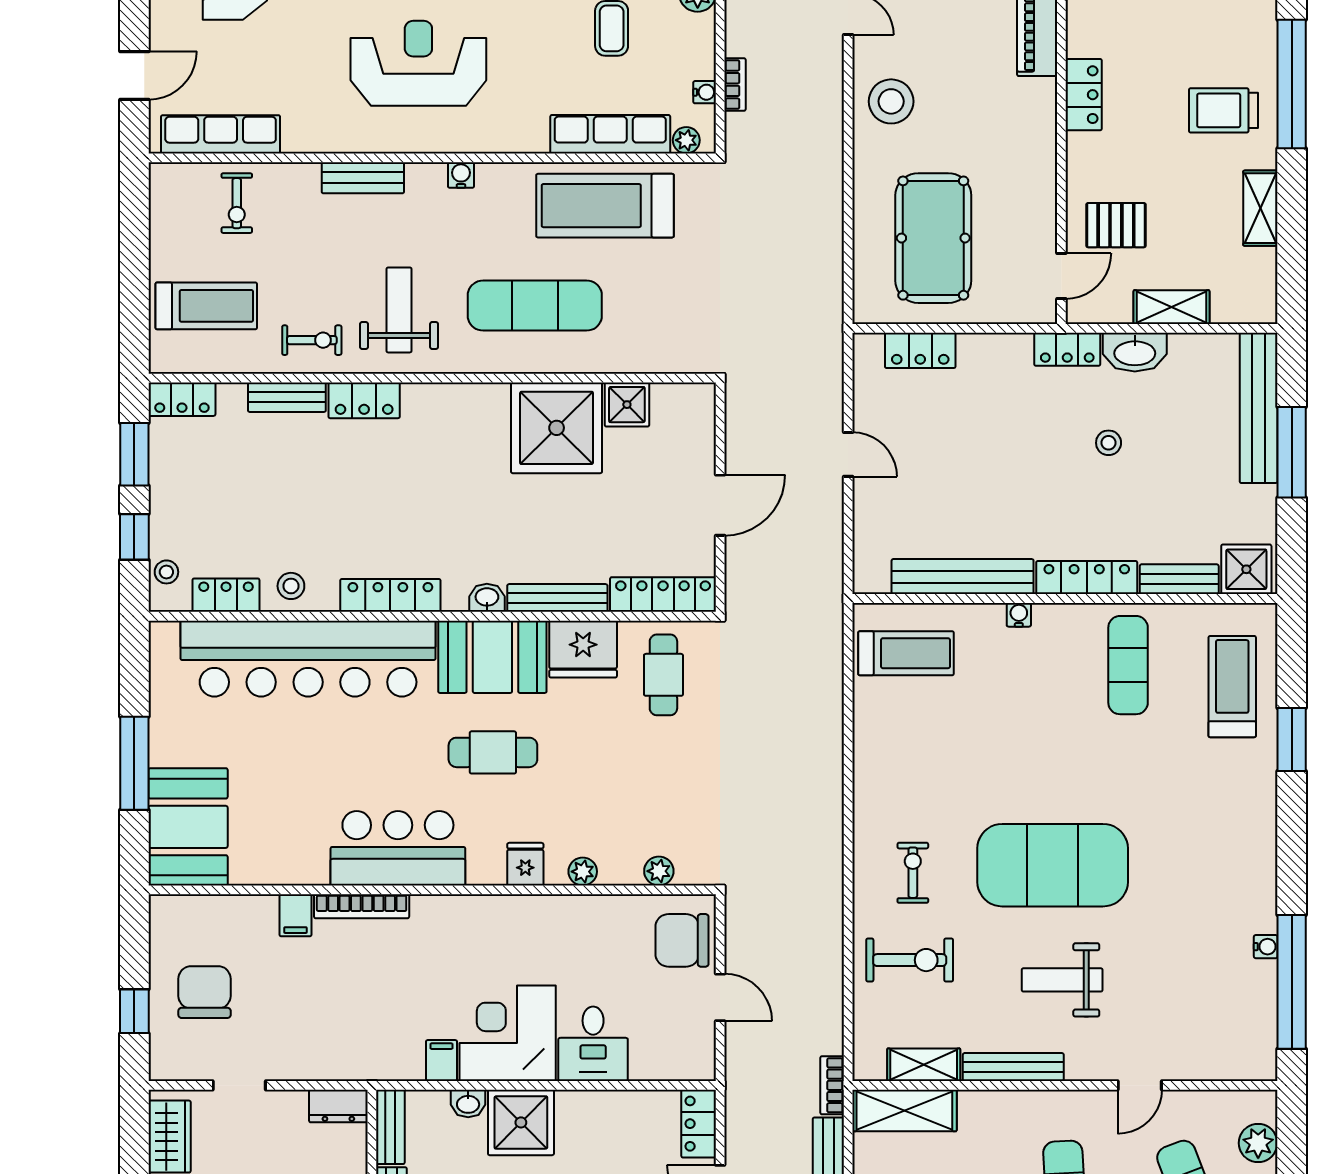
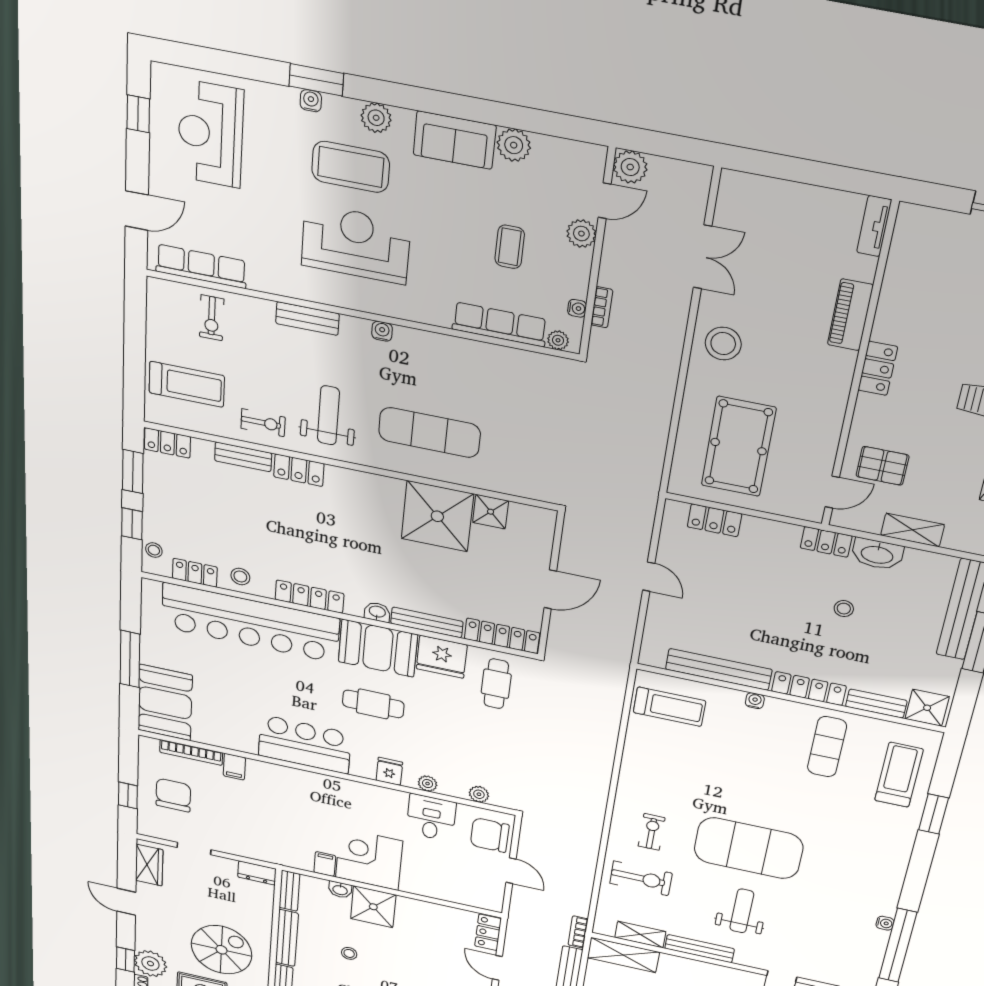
treadmill: (605, 206) -> (490, 374), removed
bookcase: (362, 906) -> (191, 752), moved
weight bench: (1062, 980) -> (742, 911), turned 90
desk: (593, 1044) -> (431, 818), moved, turned 180

